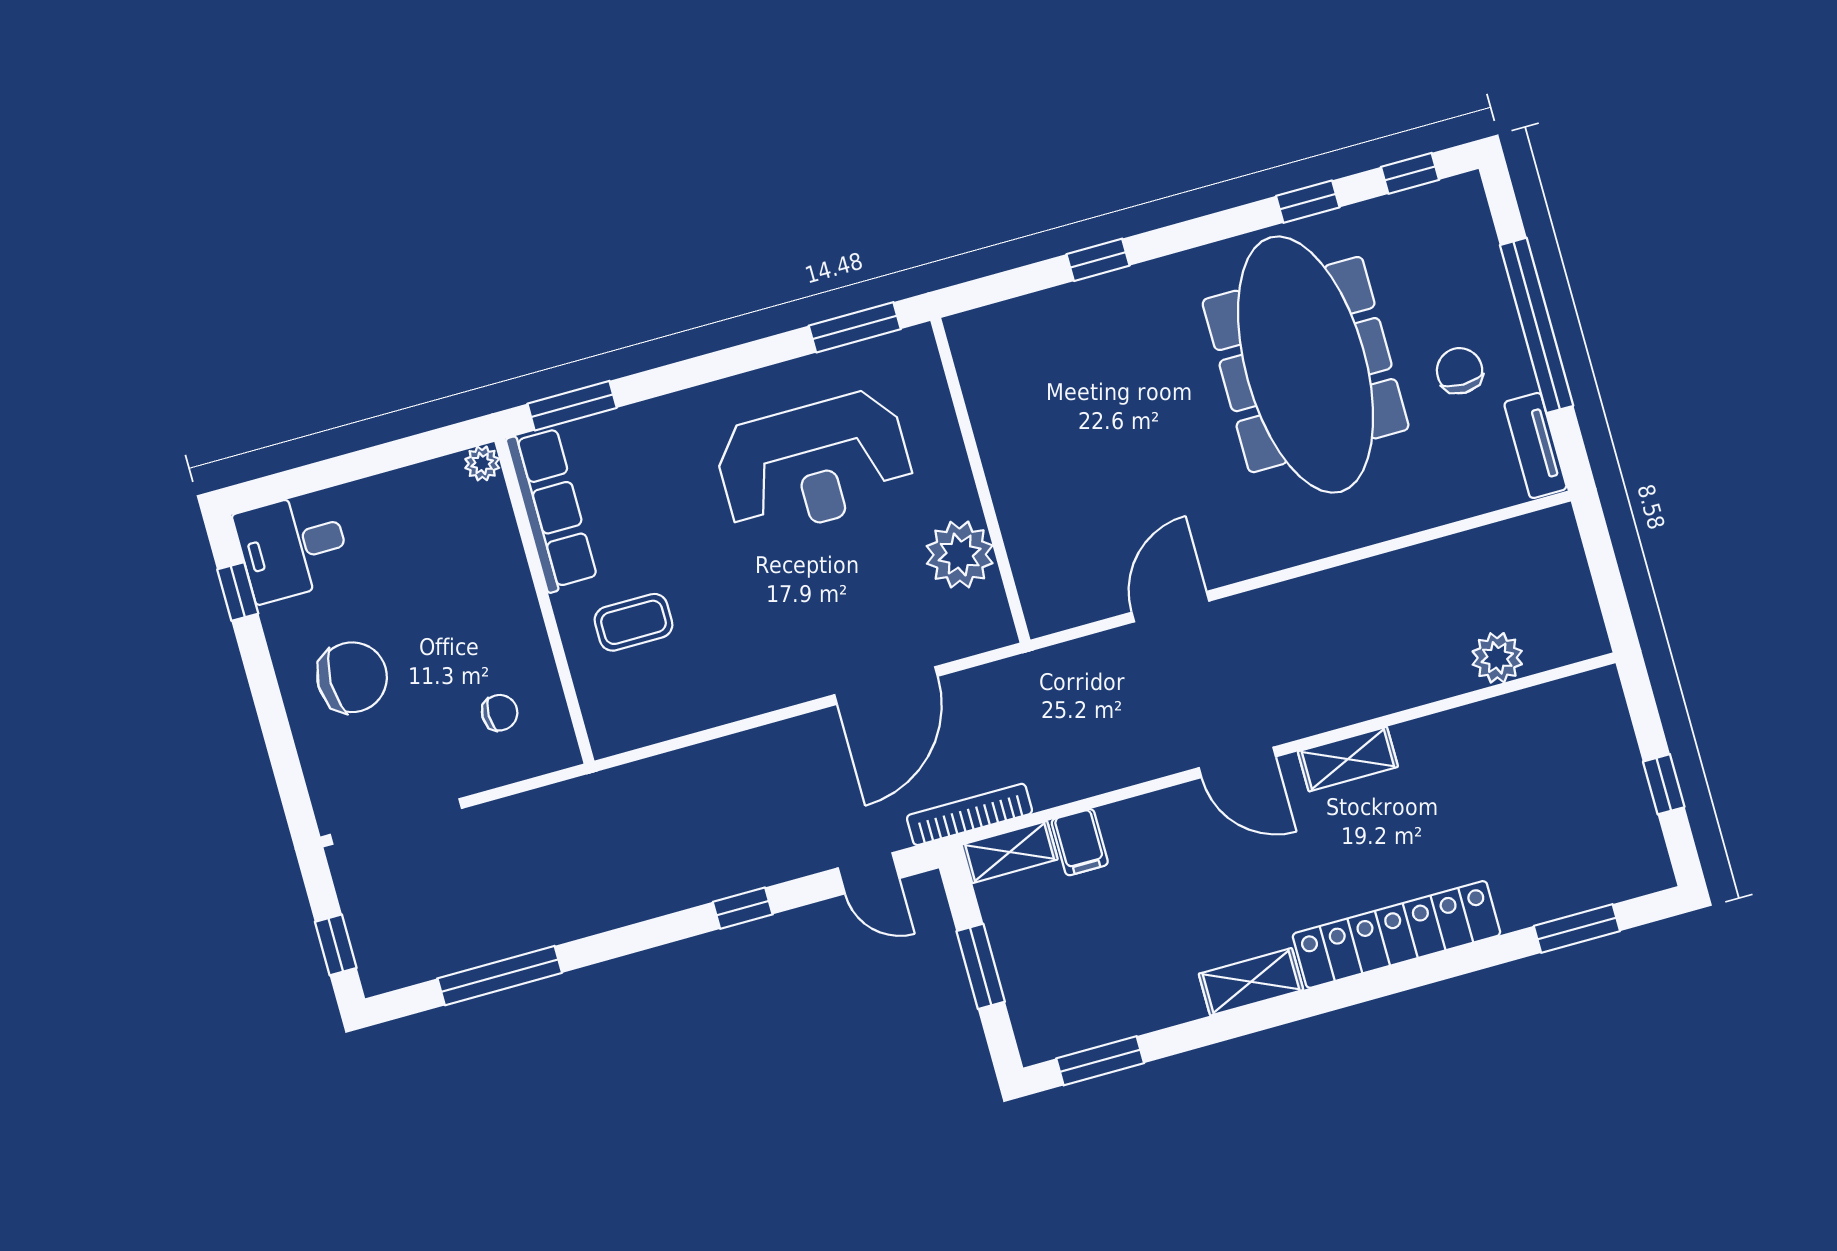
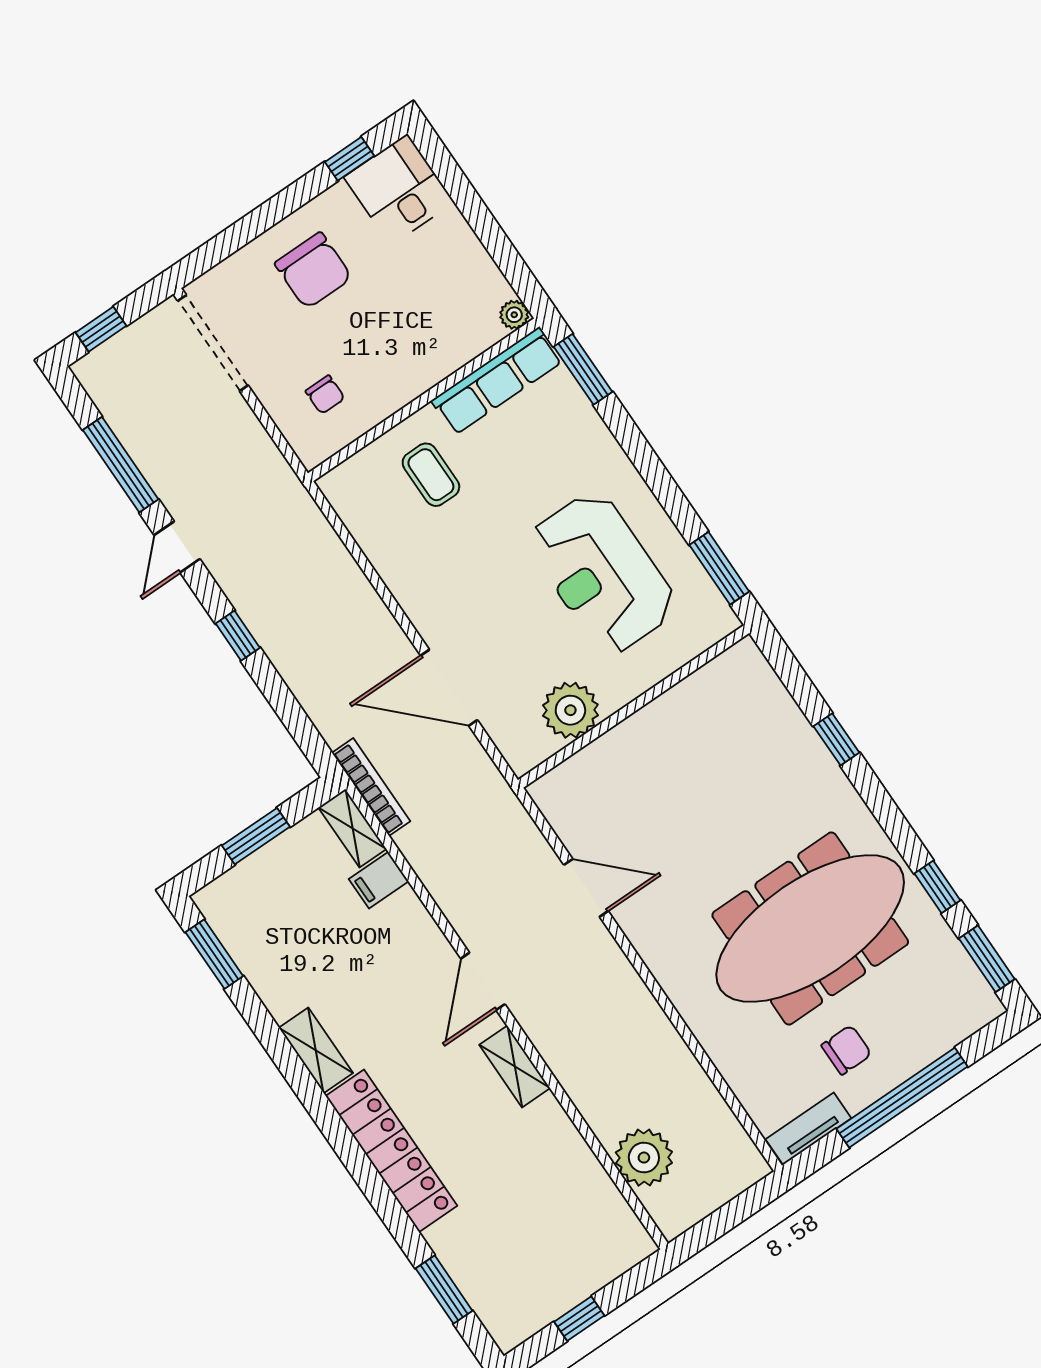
window: (1410, 173) -> (987, 959), width x1.50
plant: (1497, 658) -> (644, 1158), width x1.36, depth x1.36
door: (869, 873) -> (177, 547), moved

